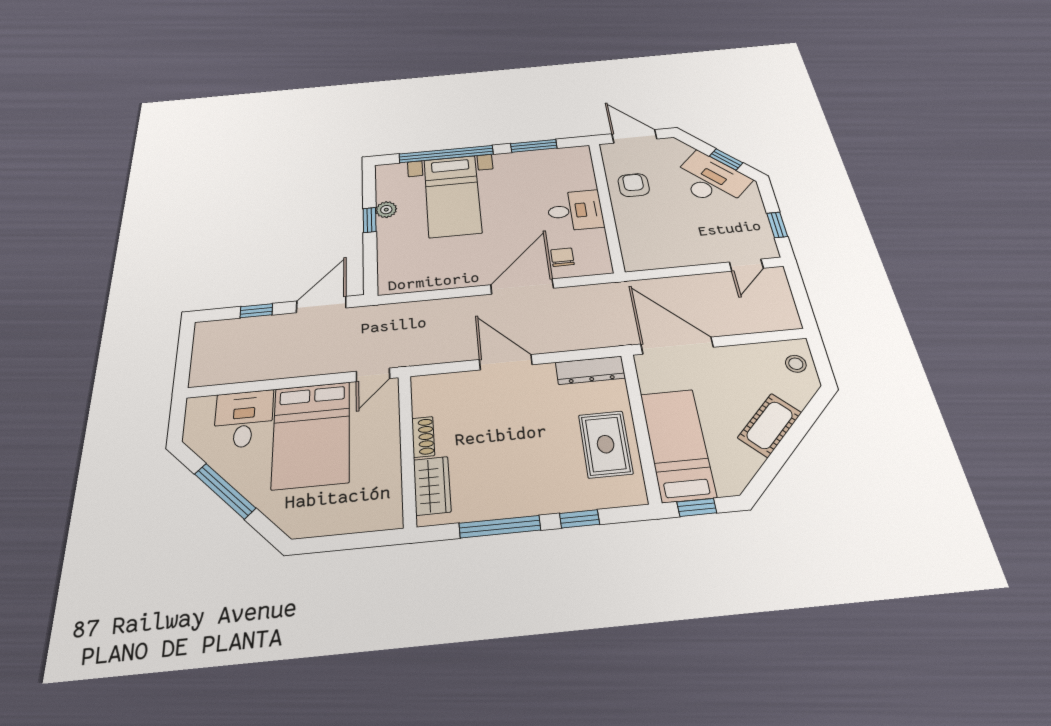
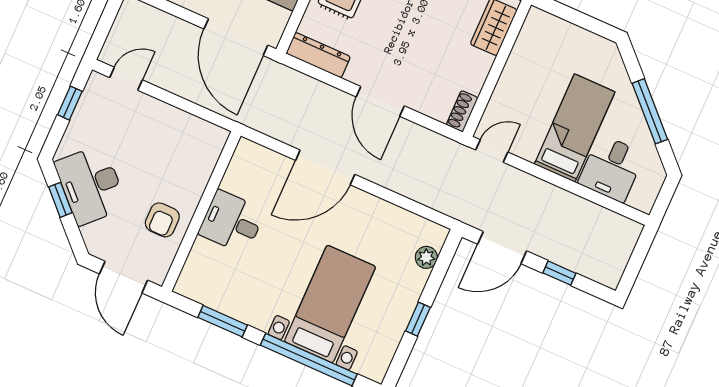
plant: (386, 210) -> (426, 257), moved
chair: (562, 257) -> (274, 178), removed
bed: (311, 435) -> (575, 128), width x0.67
shoe rack: (423, 437) -> (462, 111), moved

